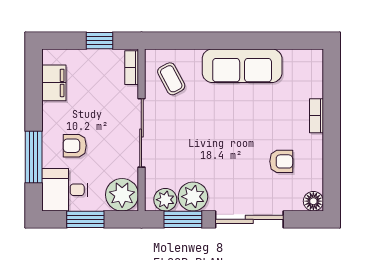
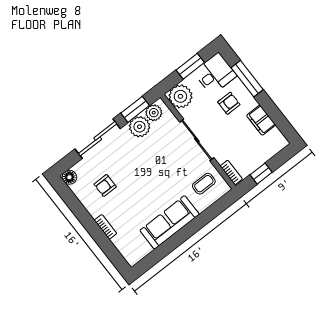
coffee table: (171, 79) -> (204, 184), turned -62
filing cabinet: (54, 83) -> (261, 120), moved

